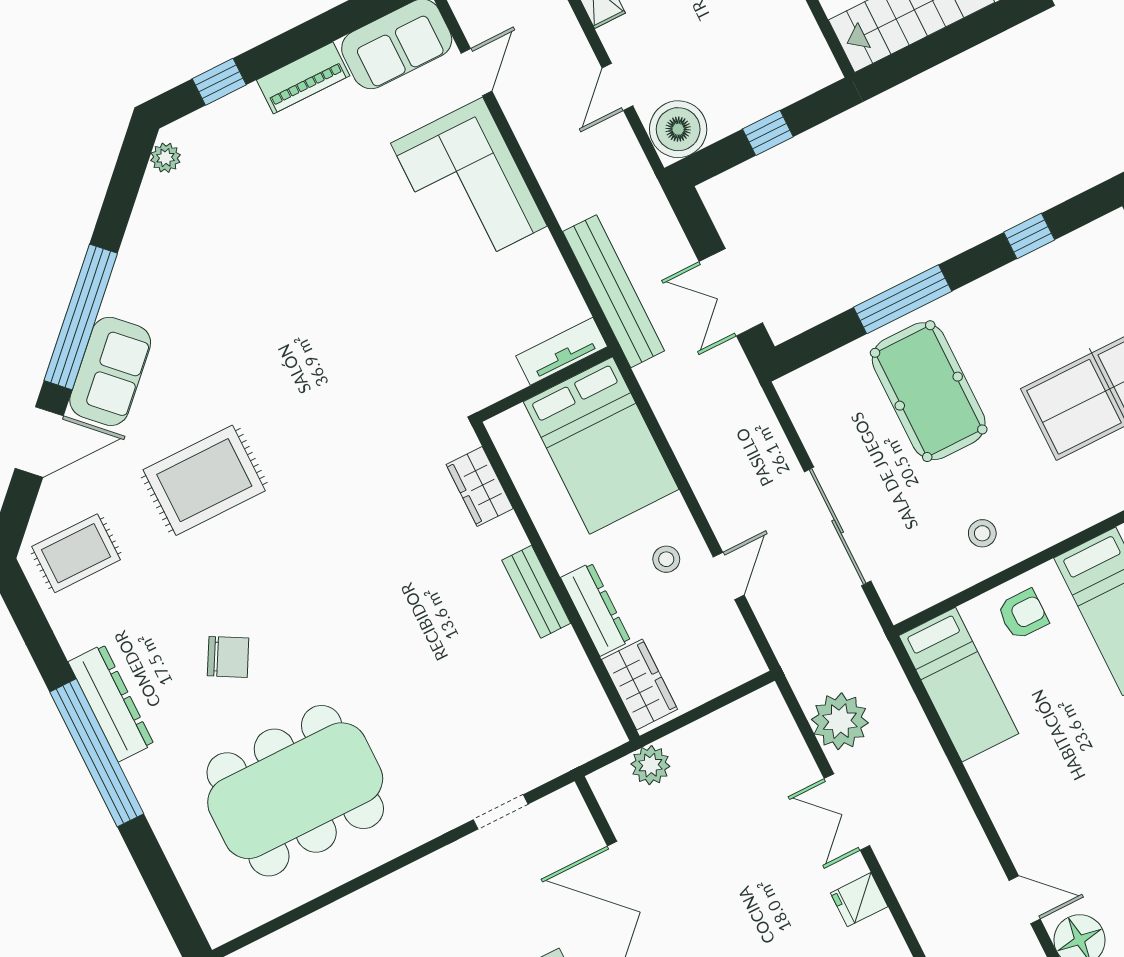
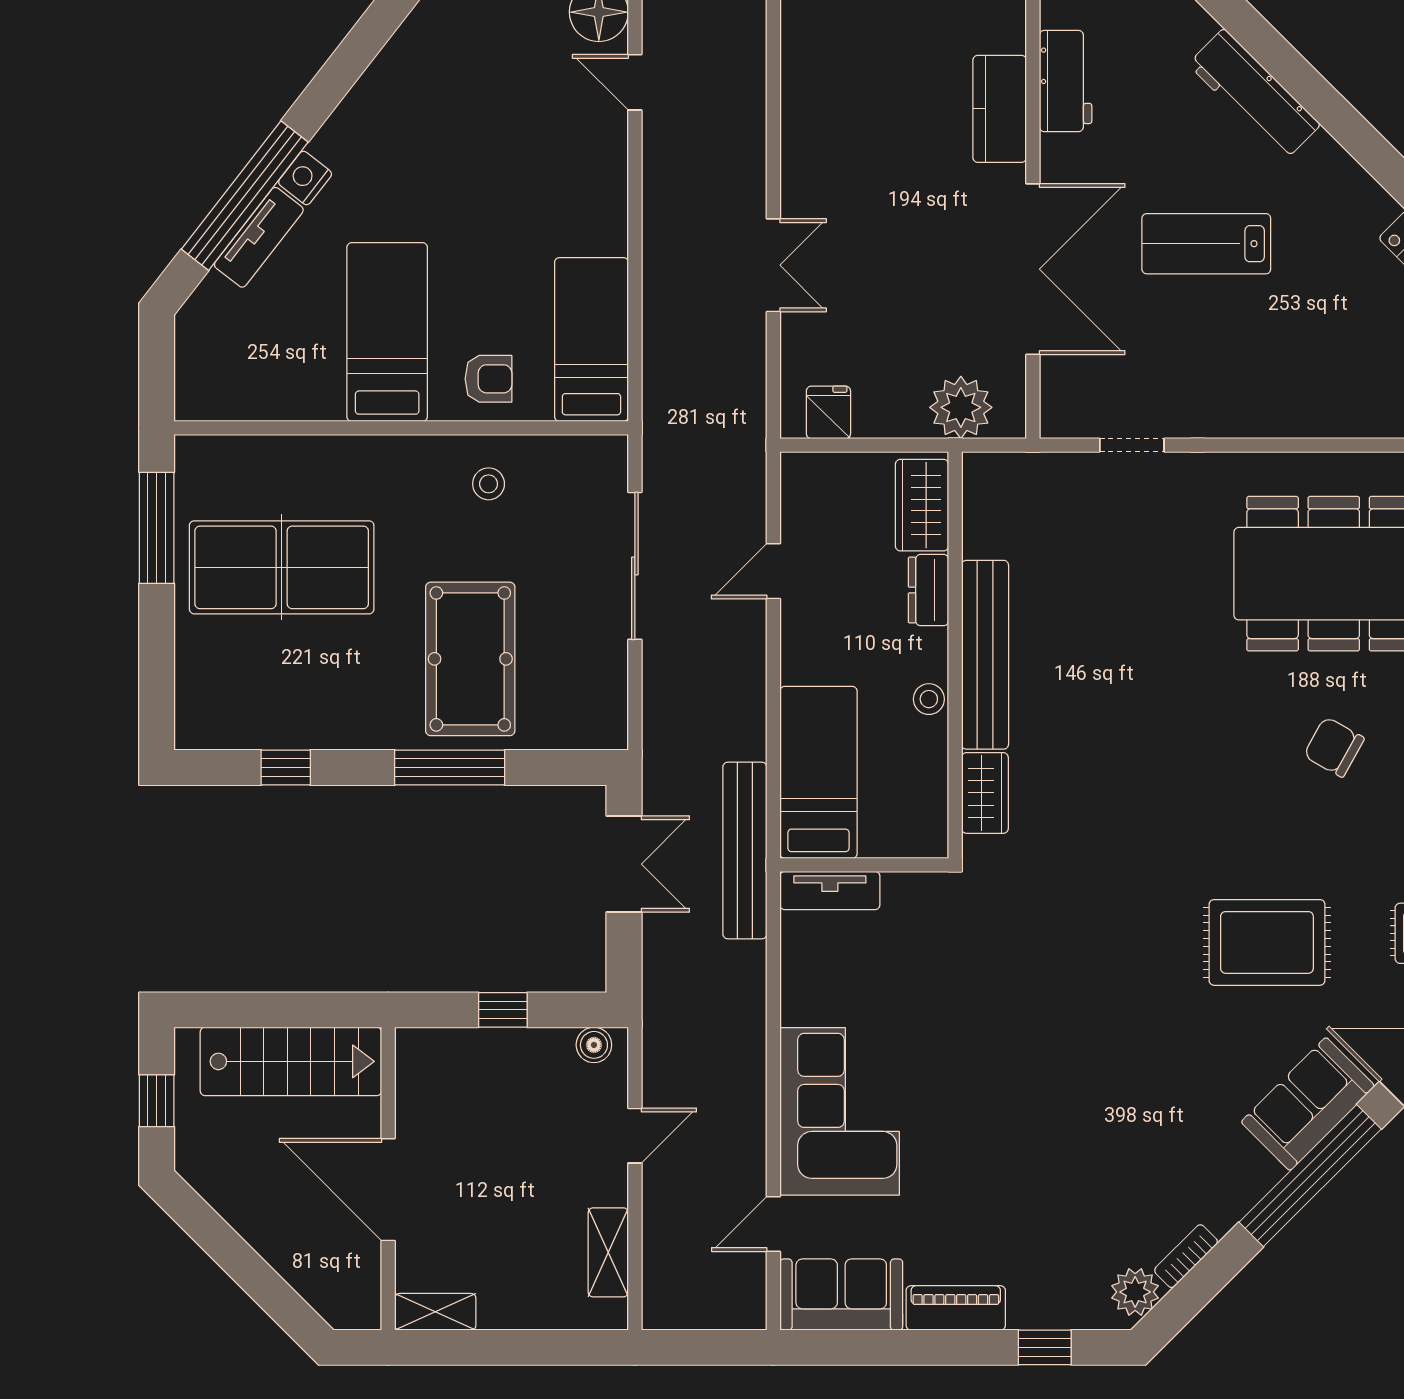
boiler: (678, 129) -> (594, 1045), width x0.54, depth x0.54
plant: (165, 158) -> (1135, 1292), width x1.38, depth x1.38
bookcase: (145, 207) -> (1186, 1256), added
bench: (614, 291) -> (745, 851), moved
bed: (601, 446) -> (818, 772), width x0.67
stool: (666, 559) -> (929, 699), moved
bench: (536, 592) -> (985, 655), width x1.86, depth x1.21
dresser: (596, 609) -> (928, 590), width x0.70
armchair: (1023, 614) -> (488, 379), turned 180
plant: (840, 721) -> (734, 363), removed
plant: (650, 765) -> (961, 407), width x1.36, depth x1.36
fridge: (859, 900) -> (828, 412), moved, turned -90

